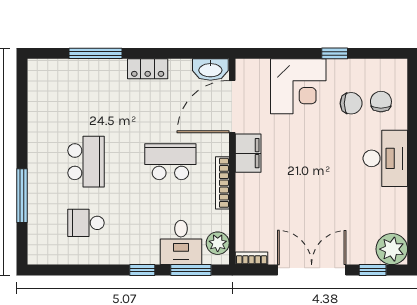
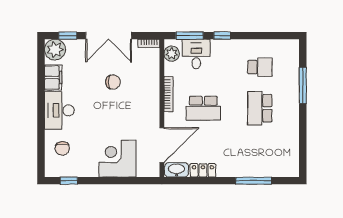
window: (335, 53) -> (69, 181), moved
locker: (148, 69) -> (203, 170), moved
chair: (351, 103) -> (113, 82), moved, turned 180
filing cabinet: (248, 153) -> (53, 77), moved, turned 180

